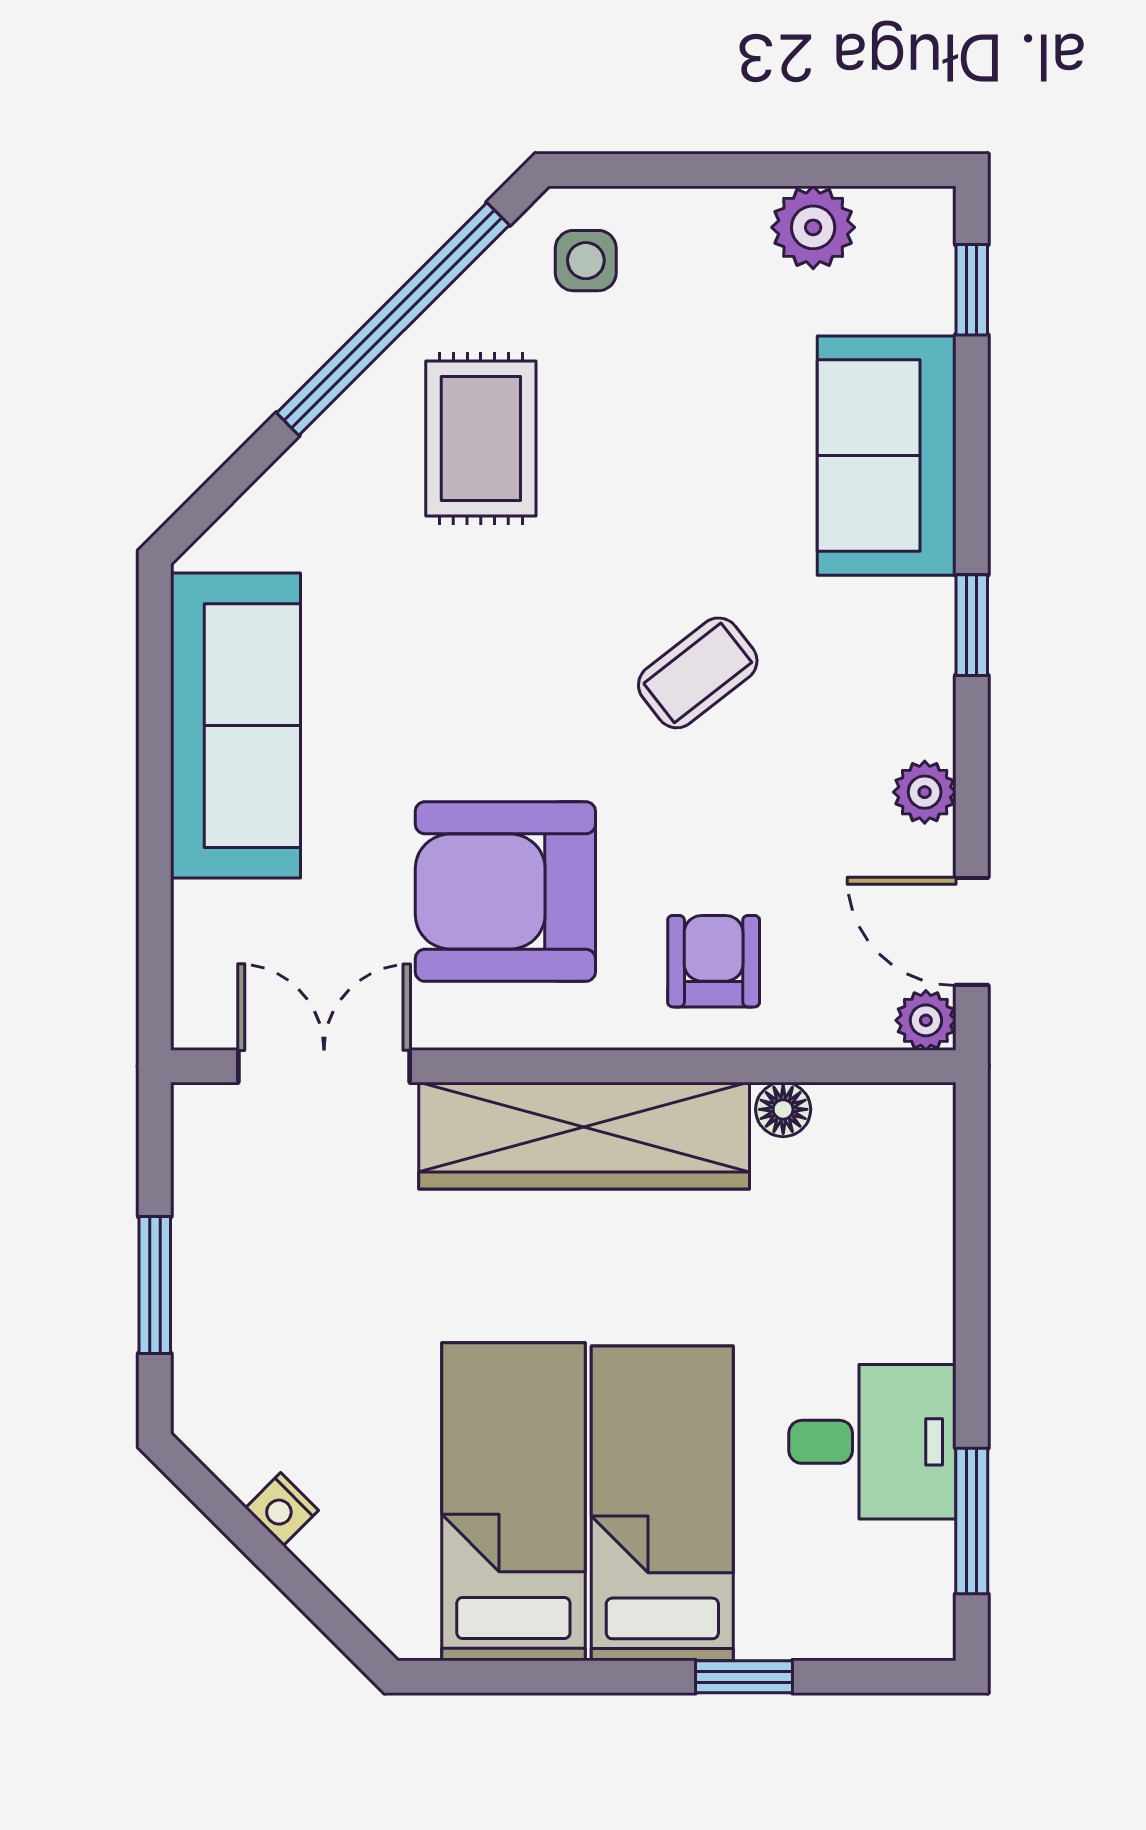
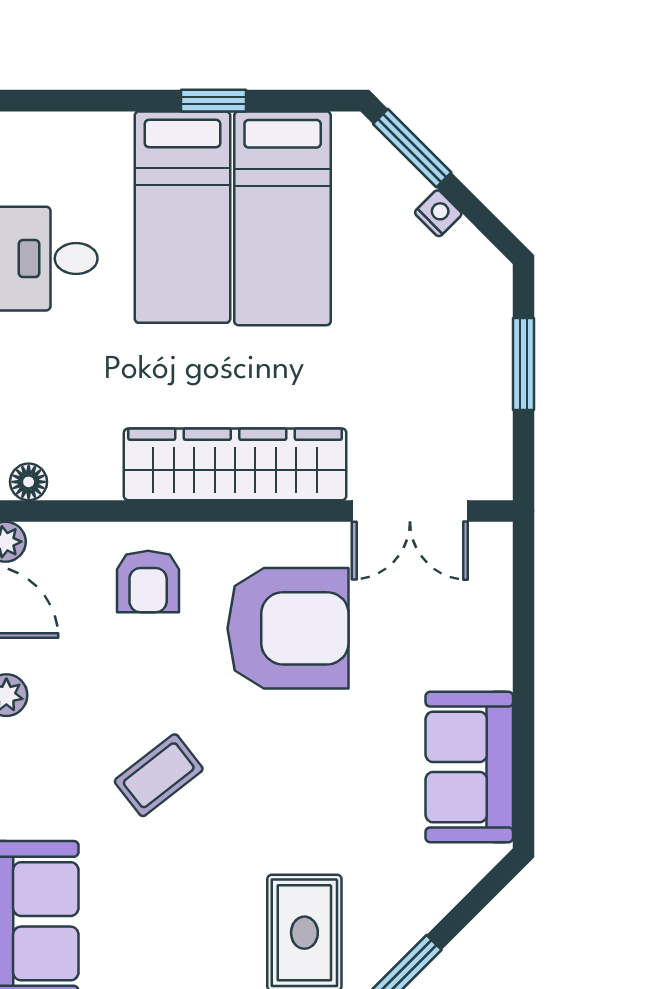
sofa: (236, 726) -> (469, 767), width x0.73
floor lamp: (783, 1109) -> (29, 482), moved
window: (321, 1606) -> (412, 148), added
window: (744, 1677) -> (213, 101), moved

